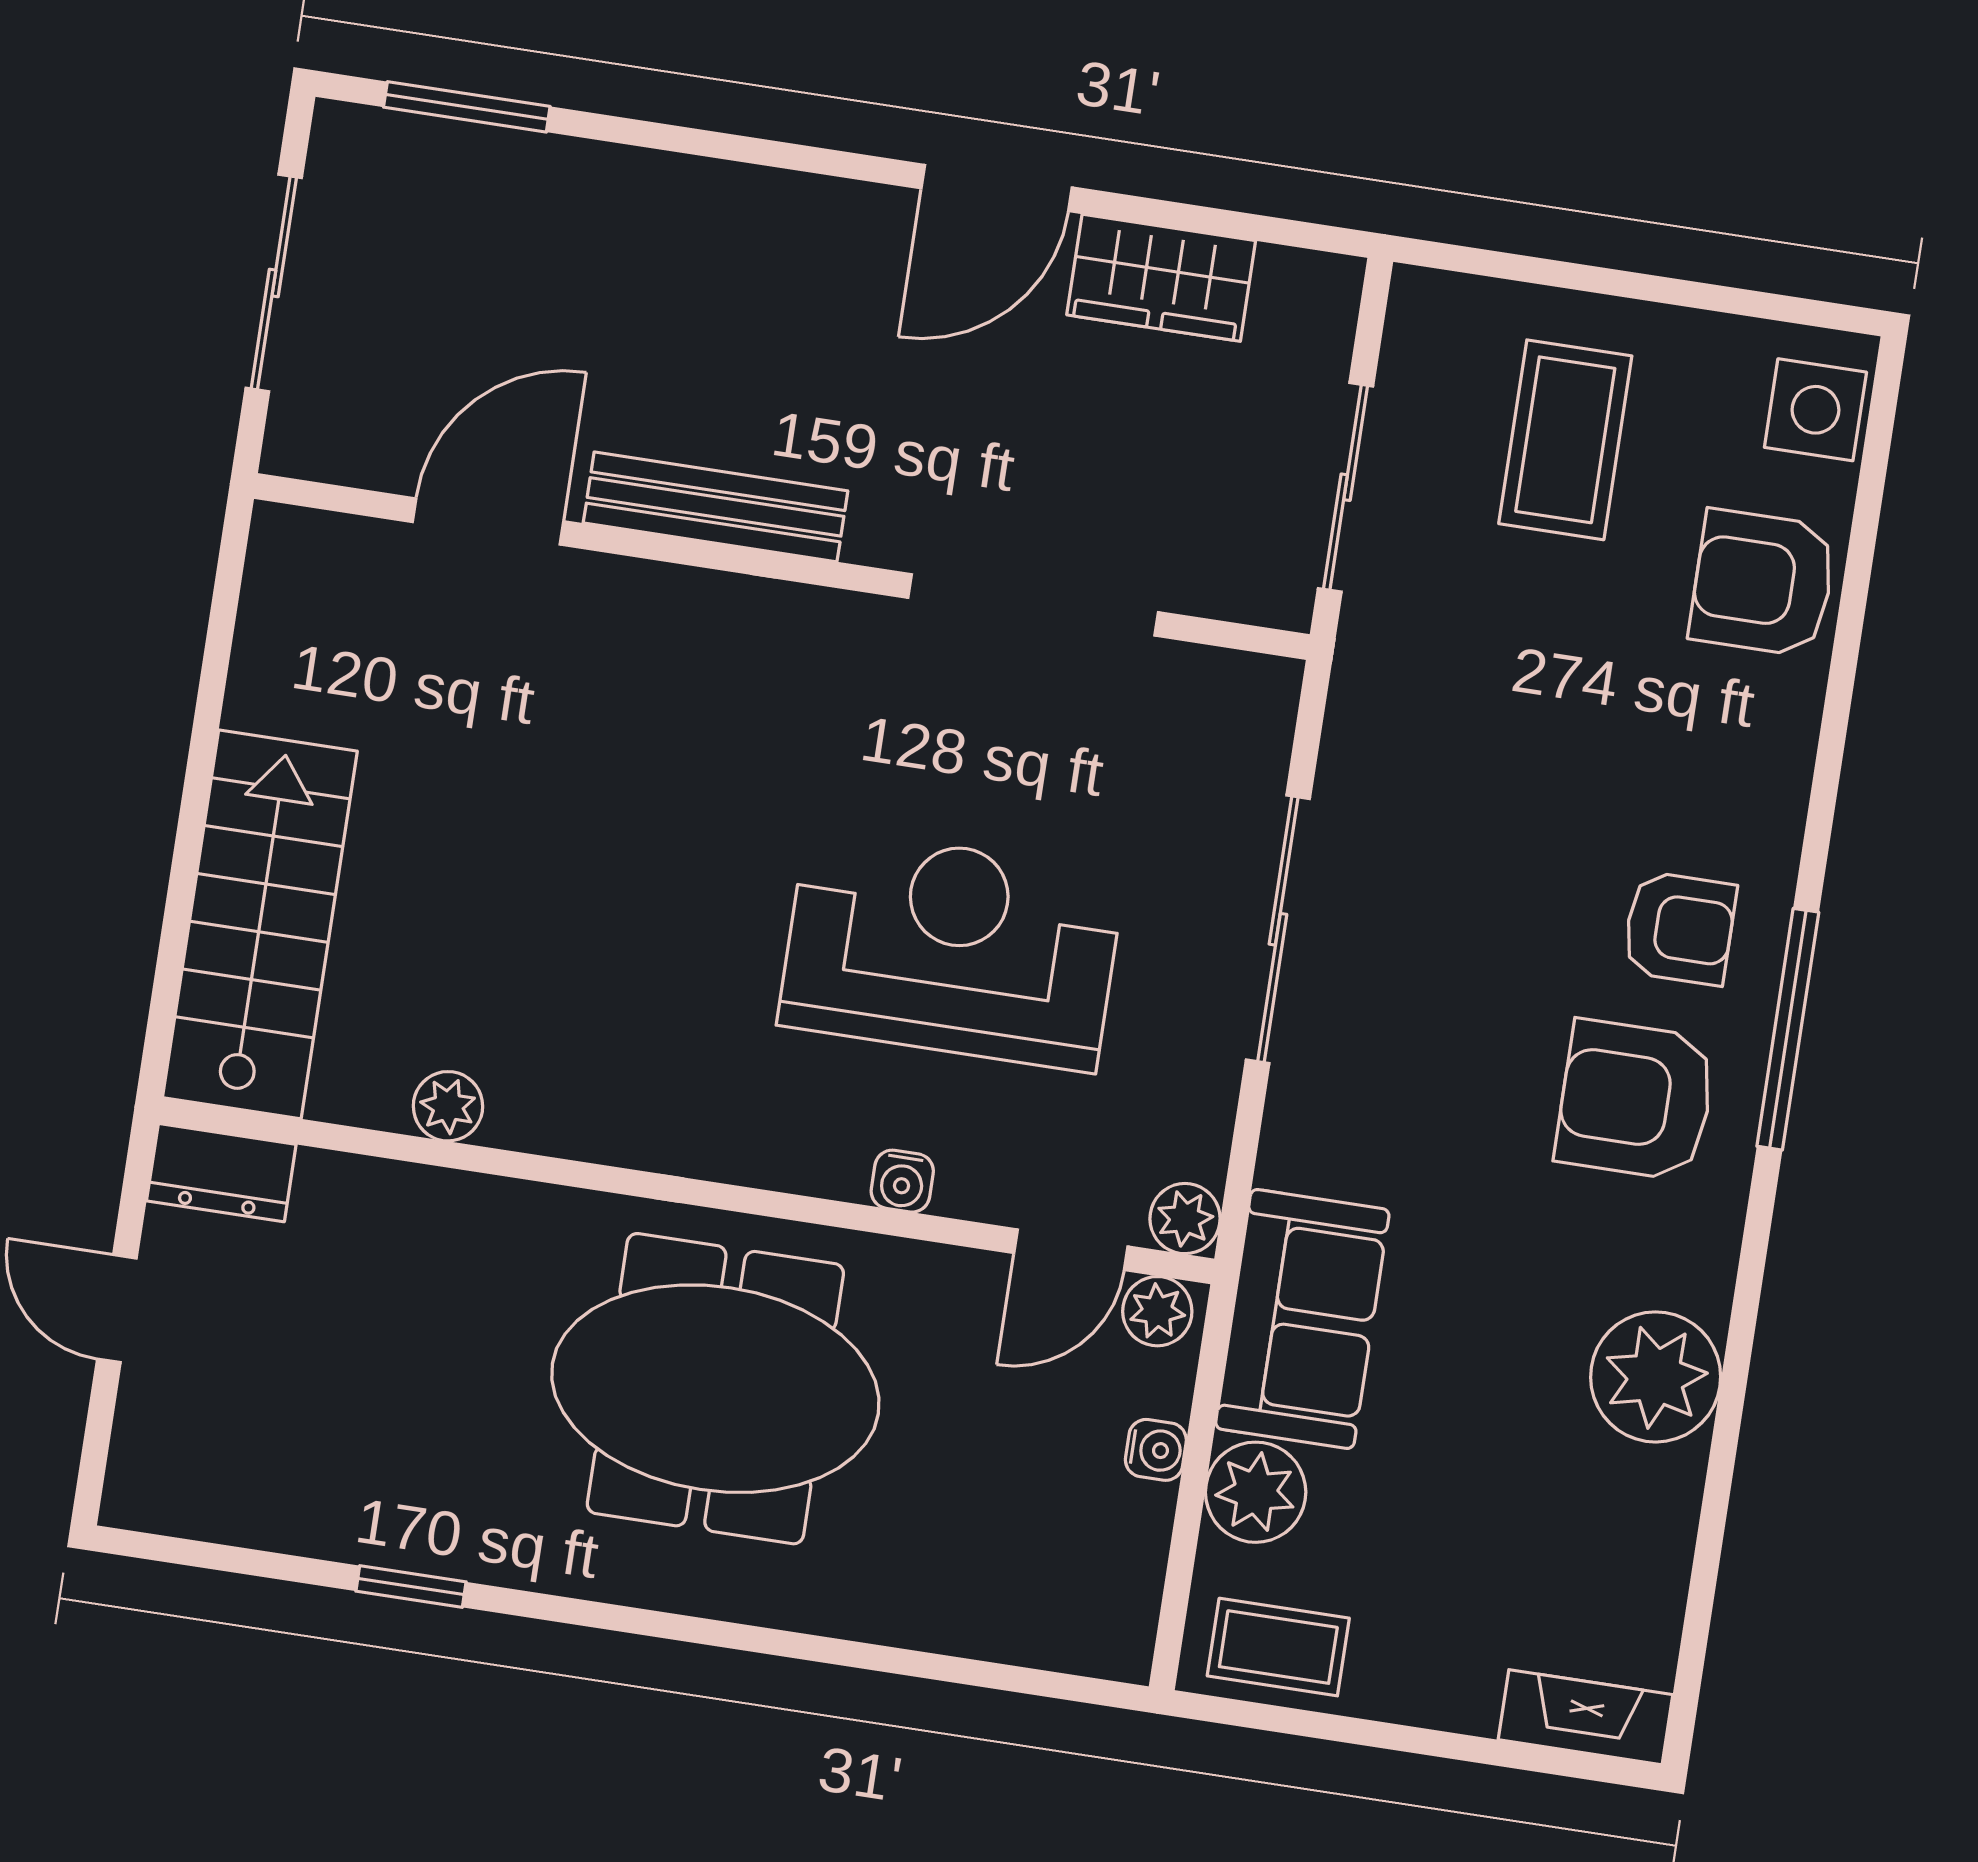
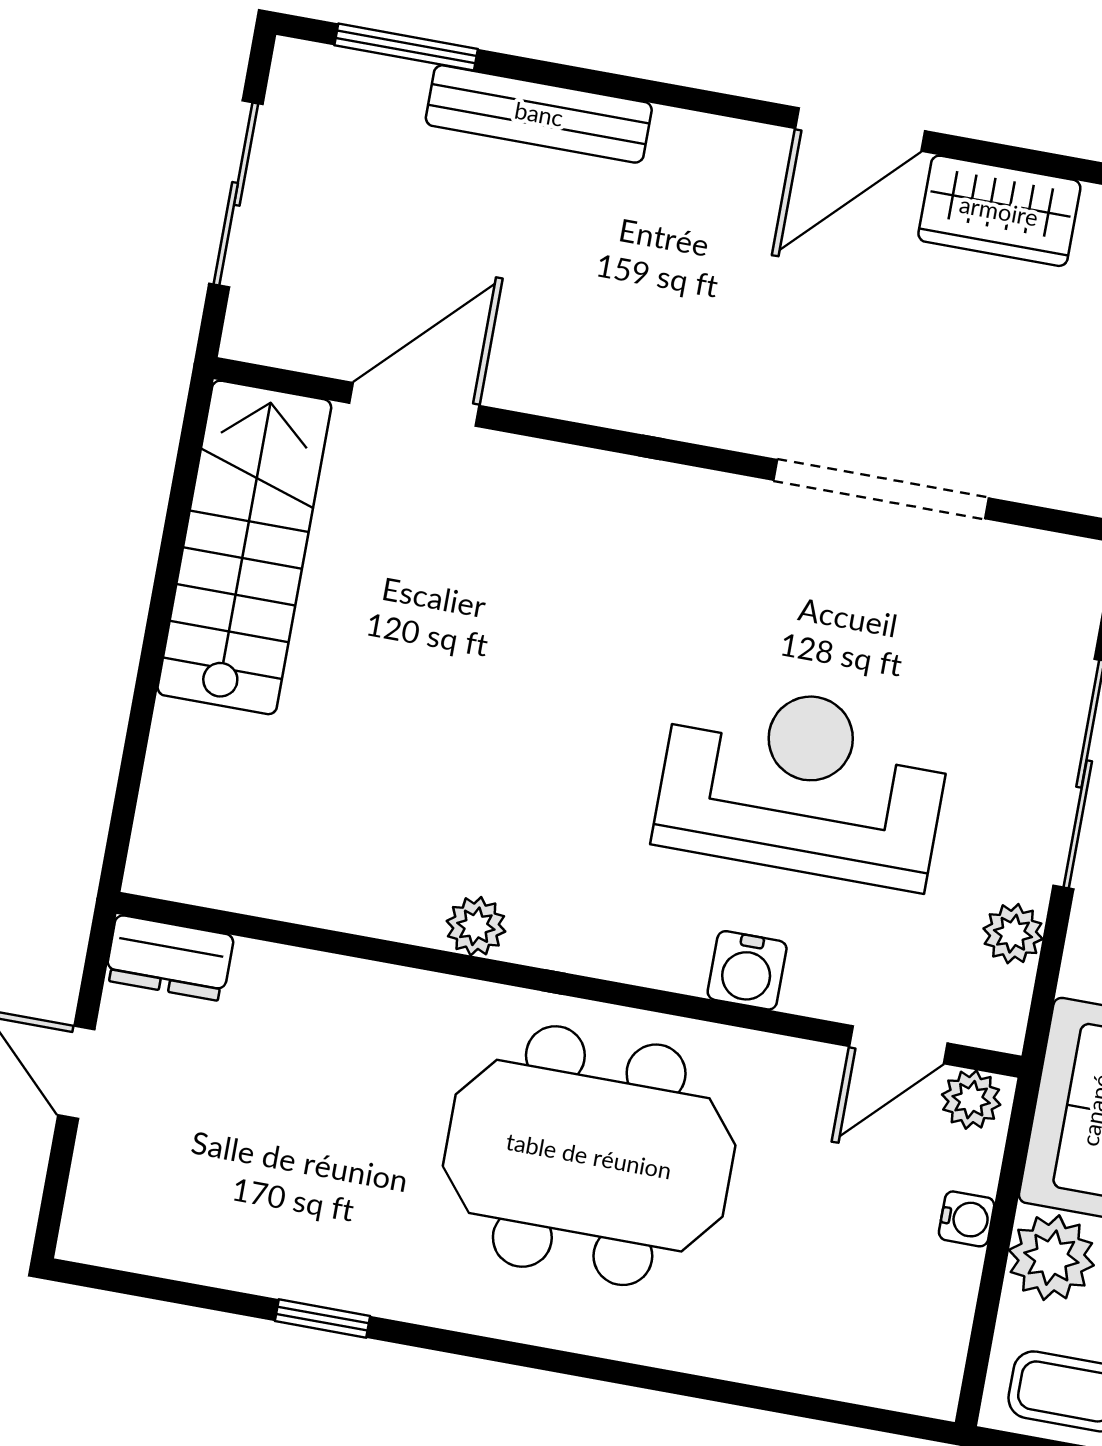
bench: (716, 507) -> (539, 114), moved
stairs: (260, 924) -> (244, 547), moved
plant: (448, 1106) -> (476, 926), moved
water cooler: (902, 1181) -> (747, 970), width x1.38, depth x1.38
plant: (1185, 1219) -> (1013, 934), moved

